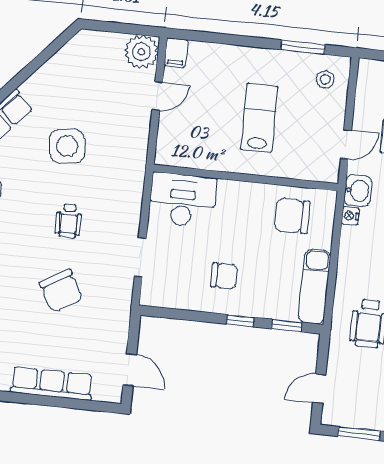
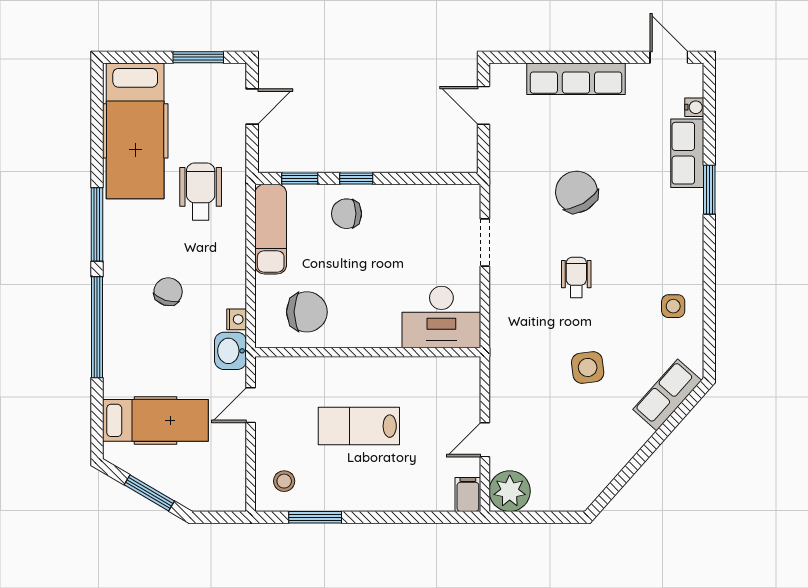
lab bench: (259, 118) -> (359, 426), turned 90
side table: (67, 146) -> (588, 367), width x0.73, depth x0.73
chair: (224, 276) -> (347, 214), moved

